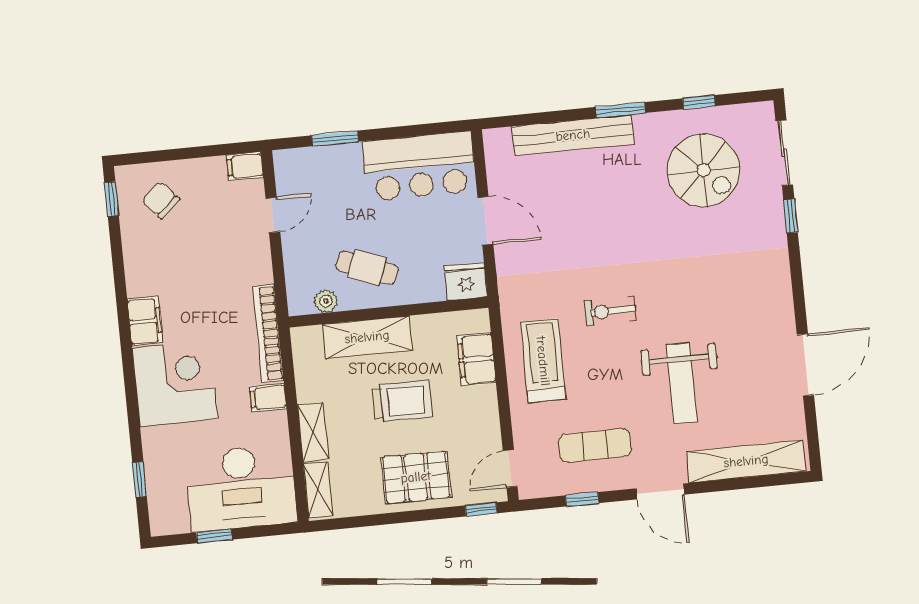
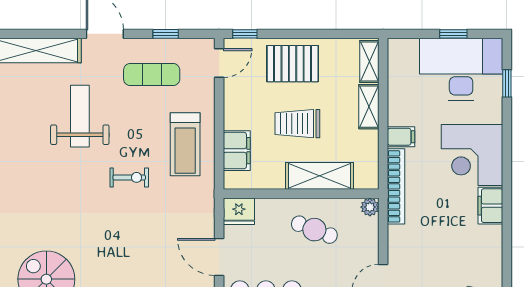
plant: (326, 301) -> (370, 207), moved
desk: (241, 488) -> (461, 69), moved

